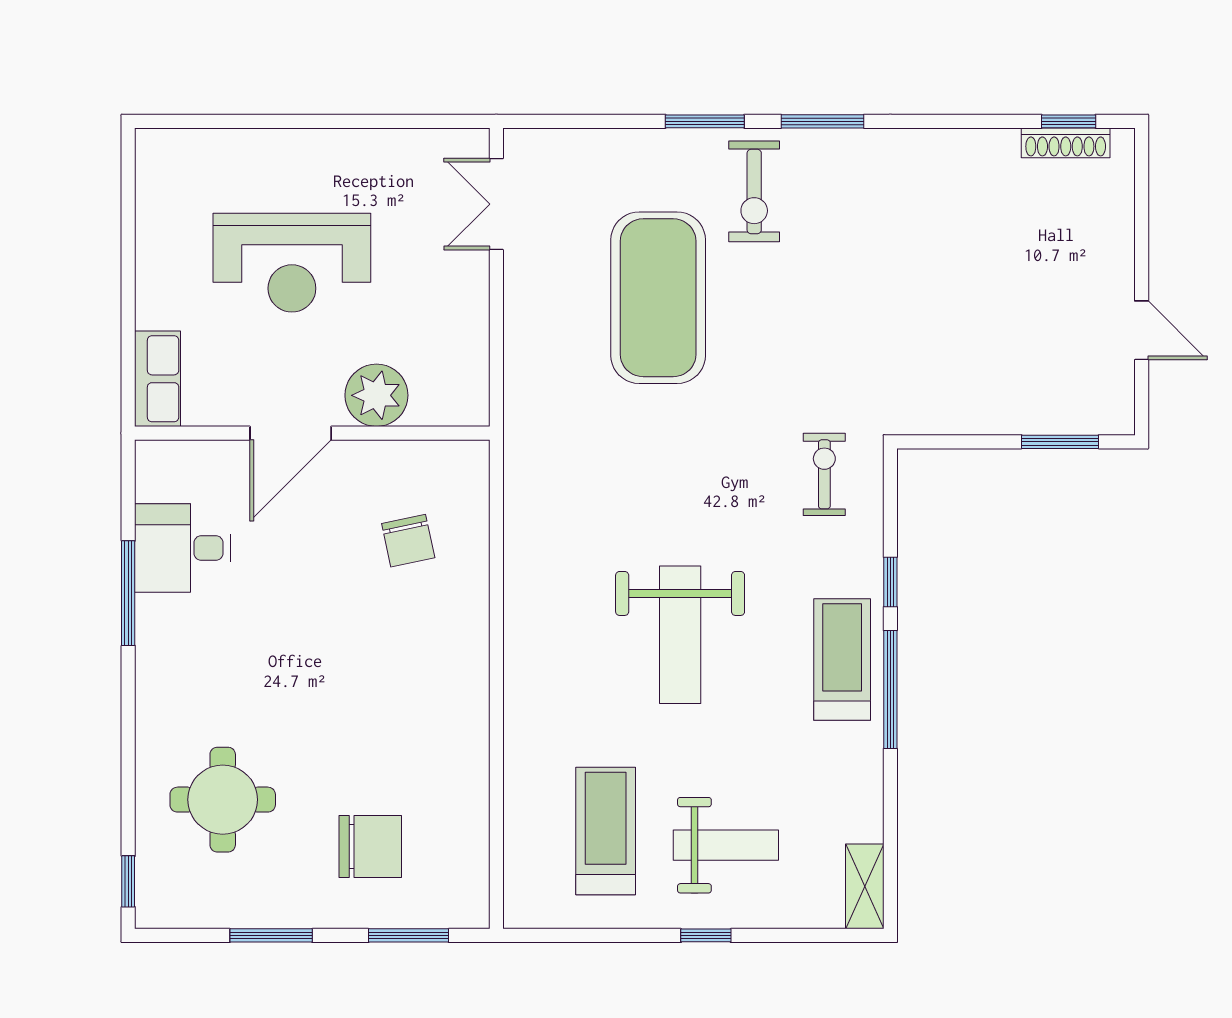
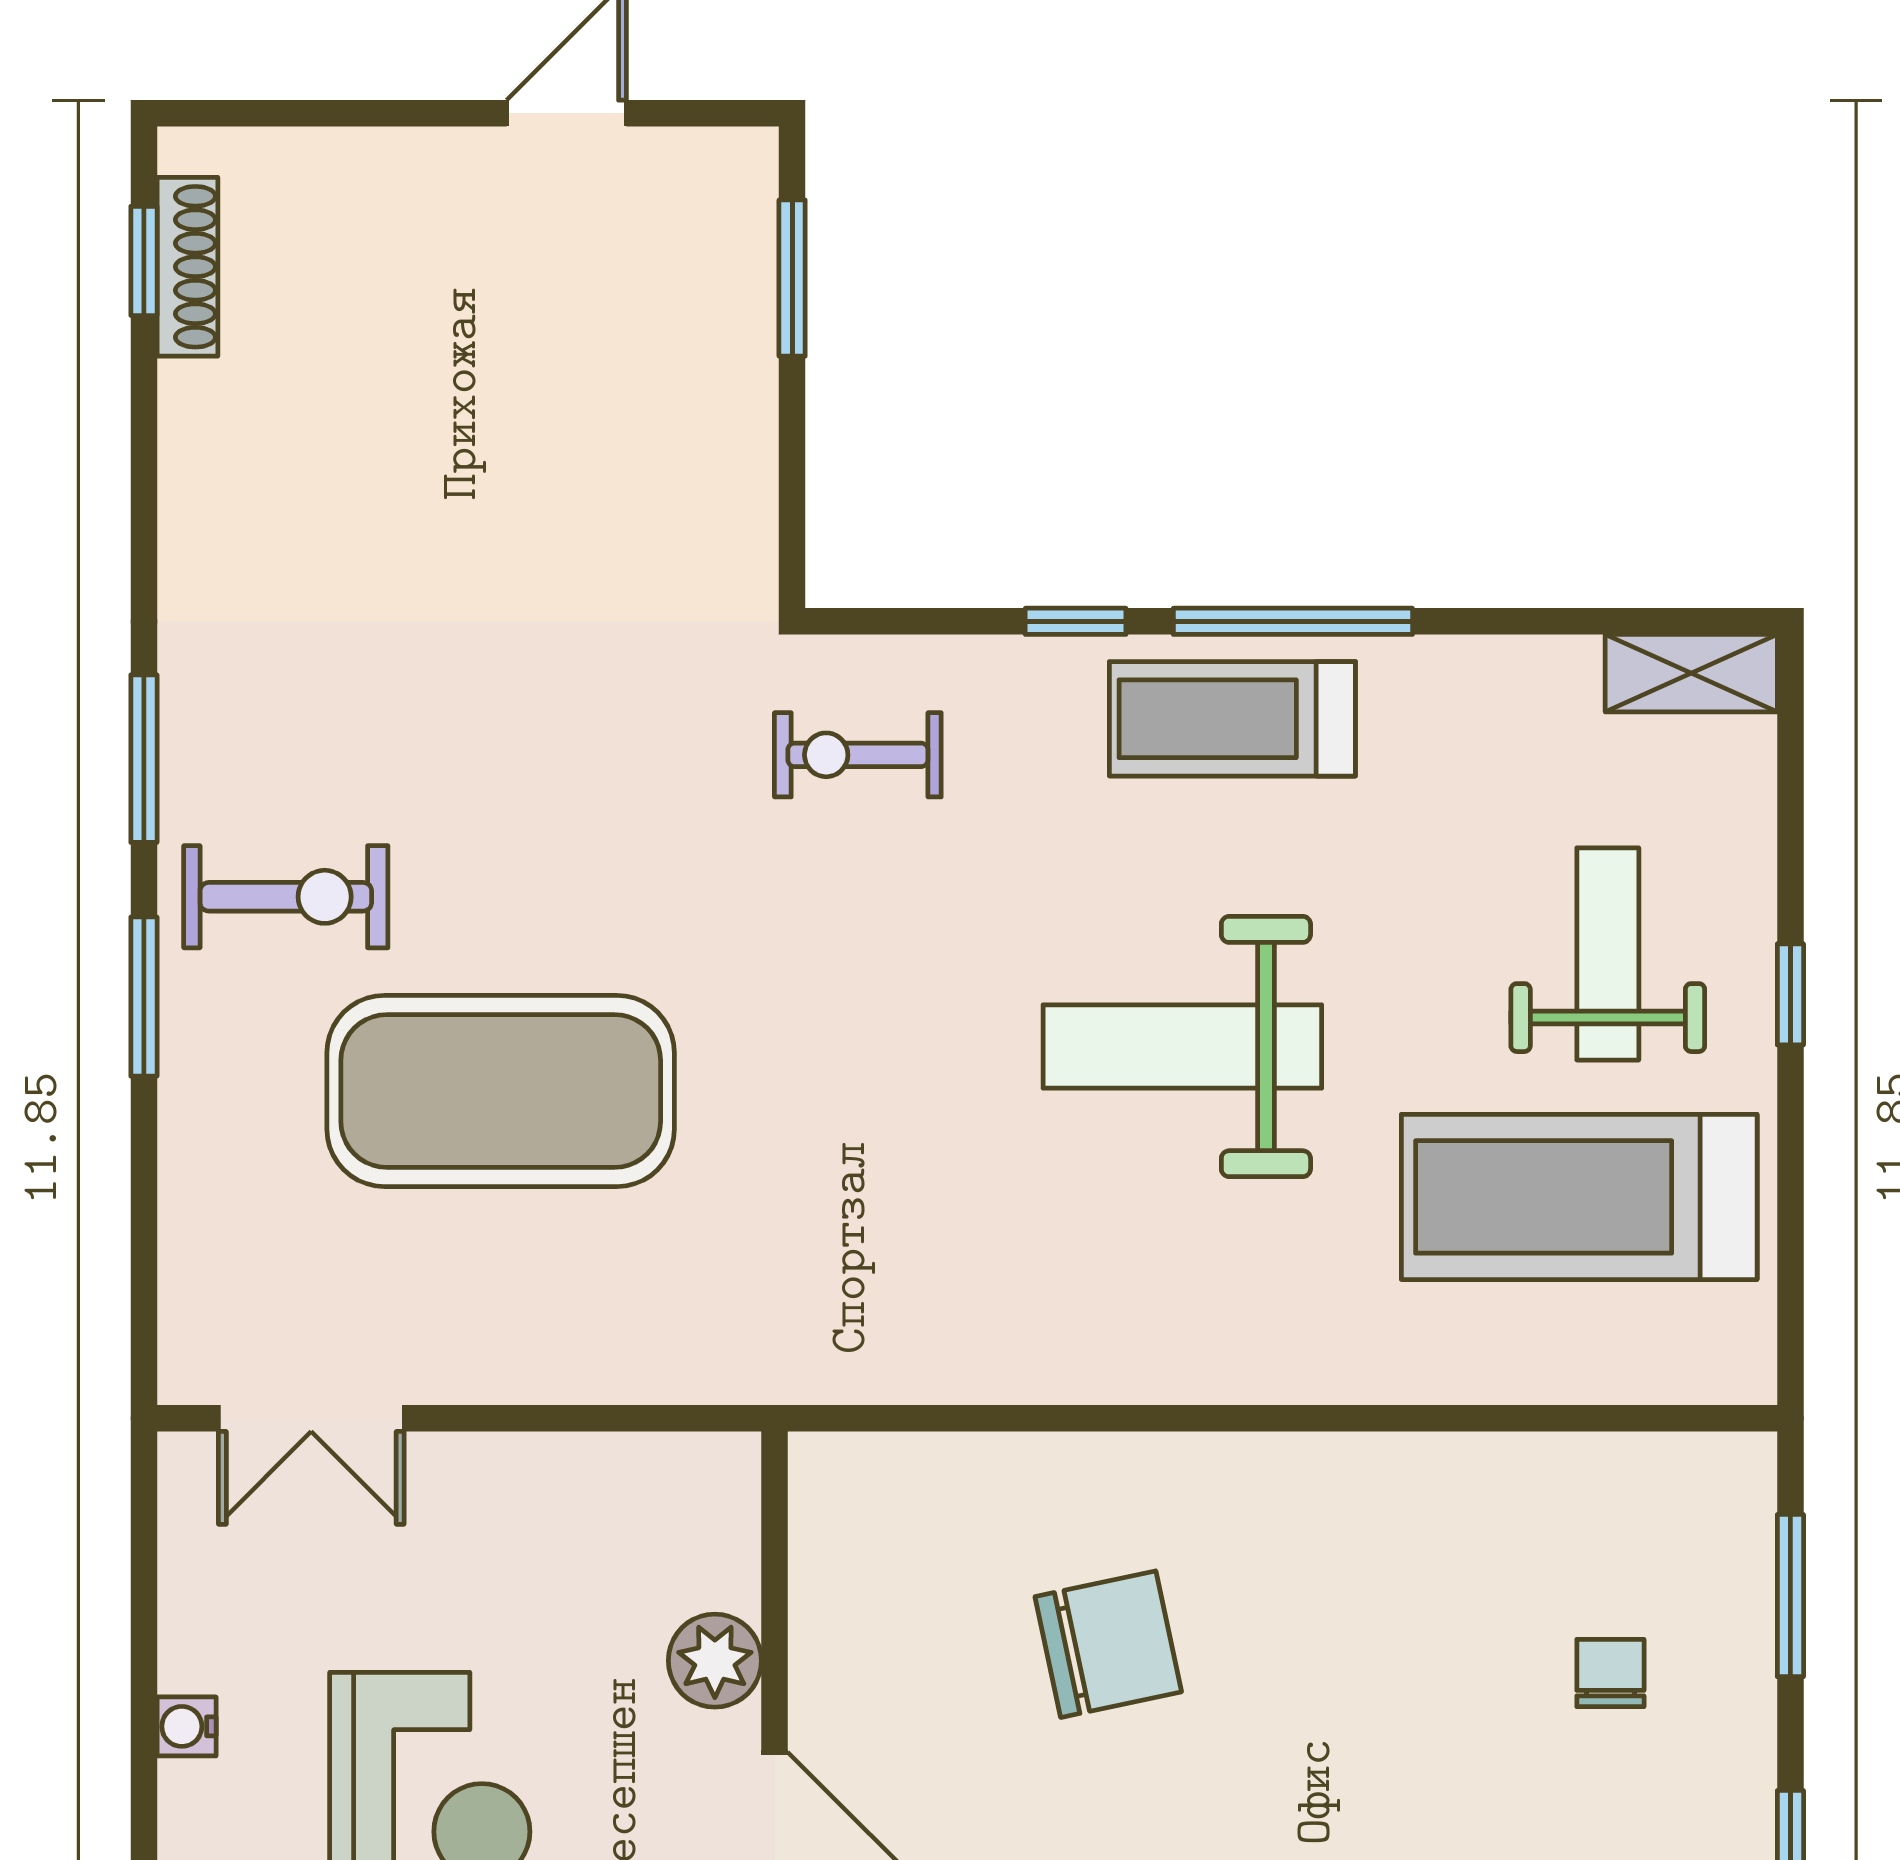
water cooler: (344, 142) -> (187, 1726), added
plant: (376, 395) -> (715, 1661), width x0.73, depth x0.73
chair: (408, 541) -> (1108, 1644), moved, width x1.37, depth x1.37
weight bench: (680, 635) -> (1182, 1047), turned 180
treadmill: (606, 831) -> (1579, 1197), width x1.37, depth x1.38
chair: (370, 846) -> (1610, 1673), width x0.54, depth x0.54

